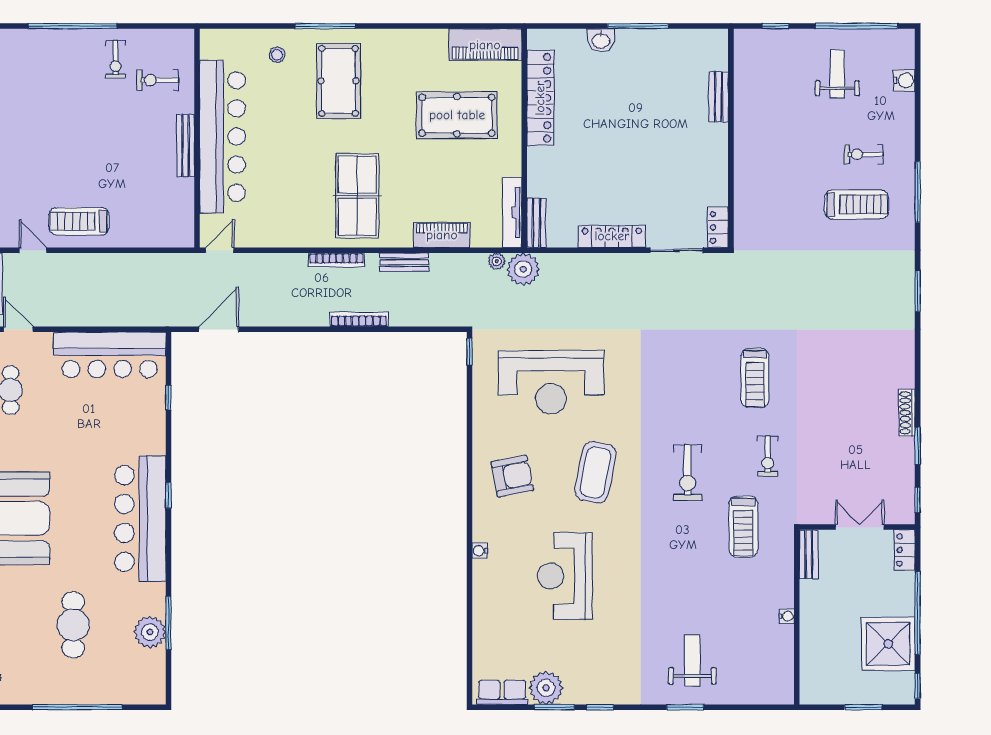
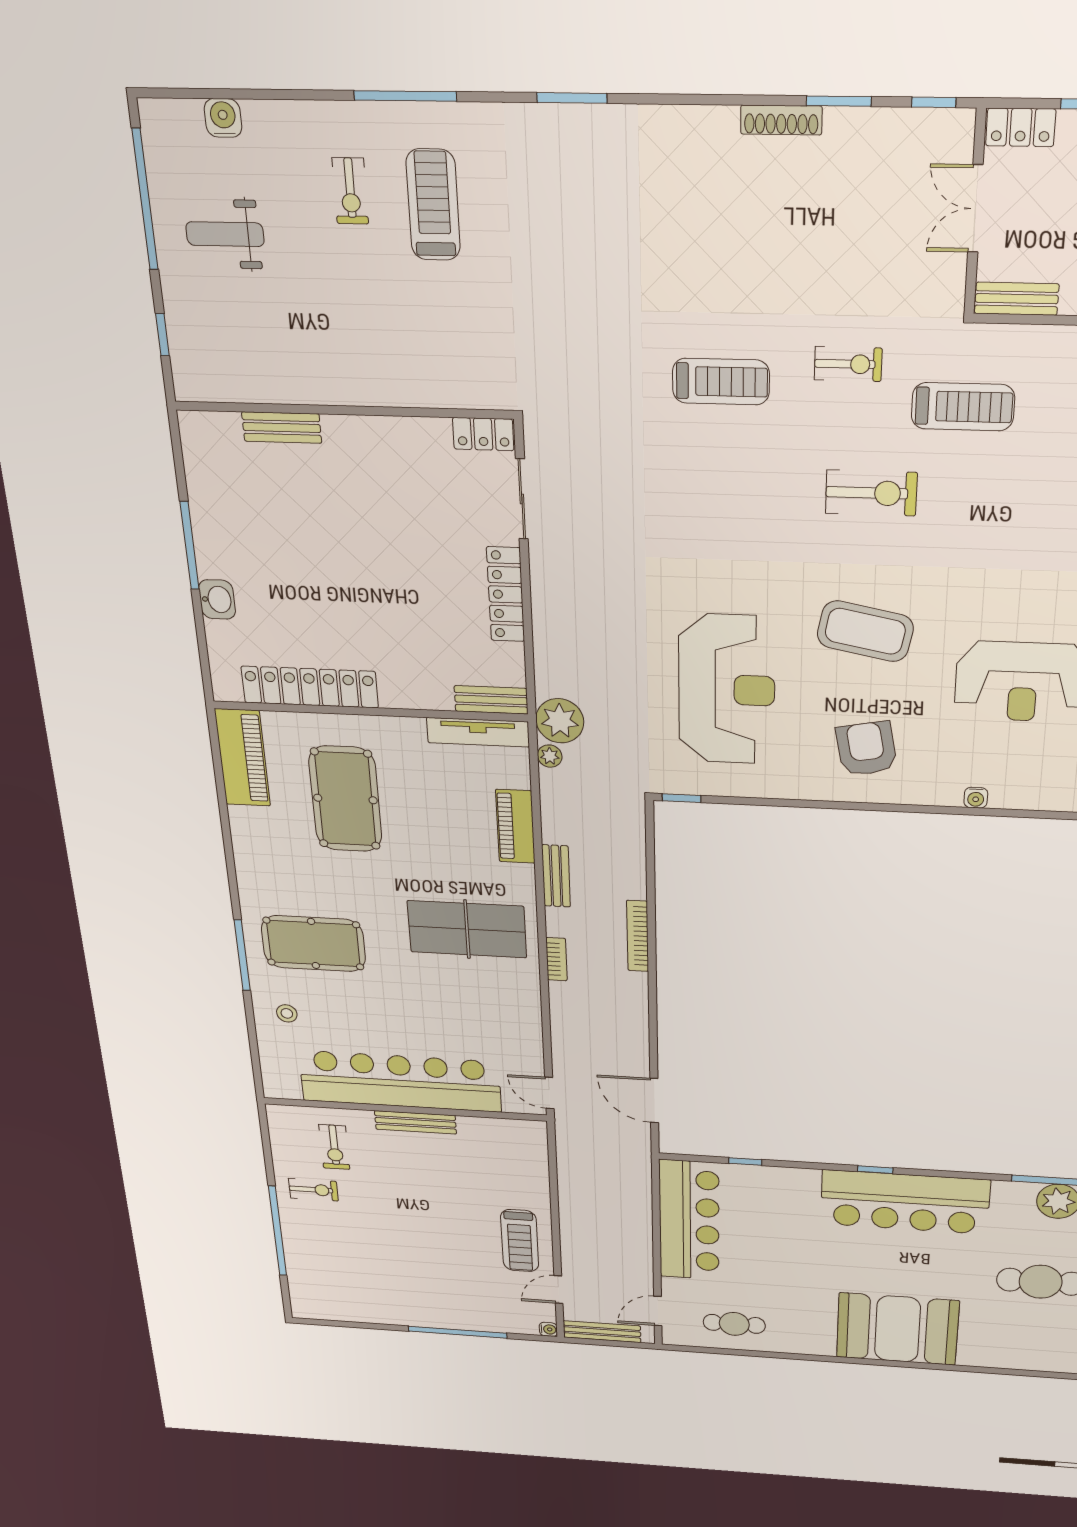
bookcase: (336, 260) -> (556, 959), width x0.64

